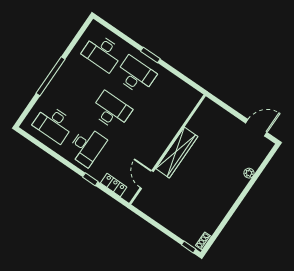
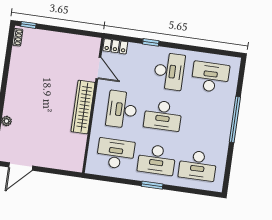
desk: (103, 53) -> (198, 165), turned 180
desk: (169, 98) -> (116, 154), added
desk: (144, 134) -> (122, 110), added
desk: (87, 146) -> (169, 71), turned 180
locker: (114, 185) -> (115, 46), moved

